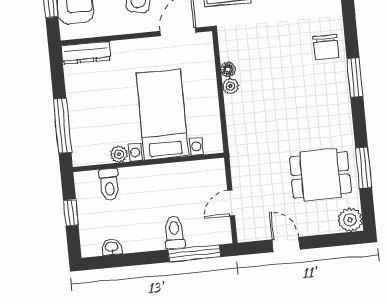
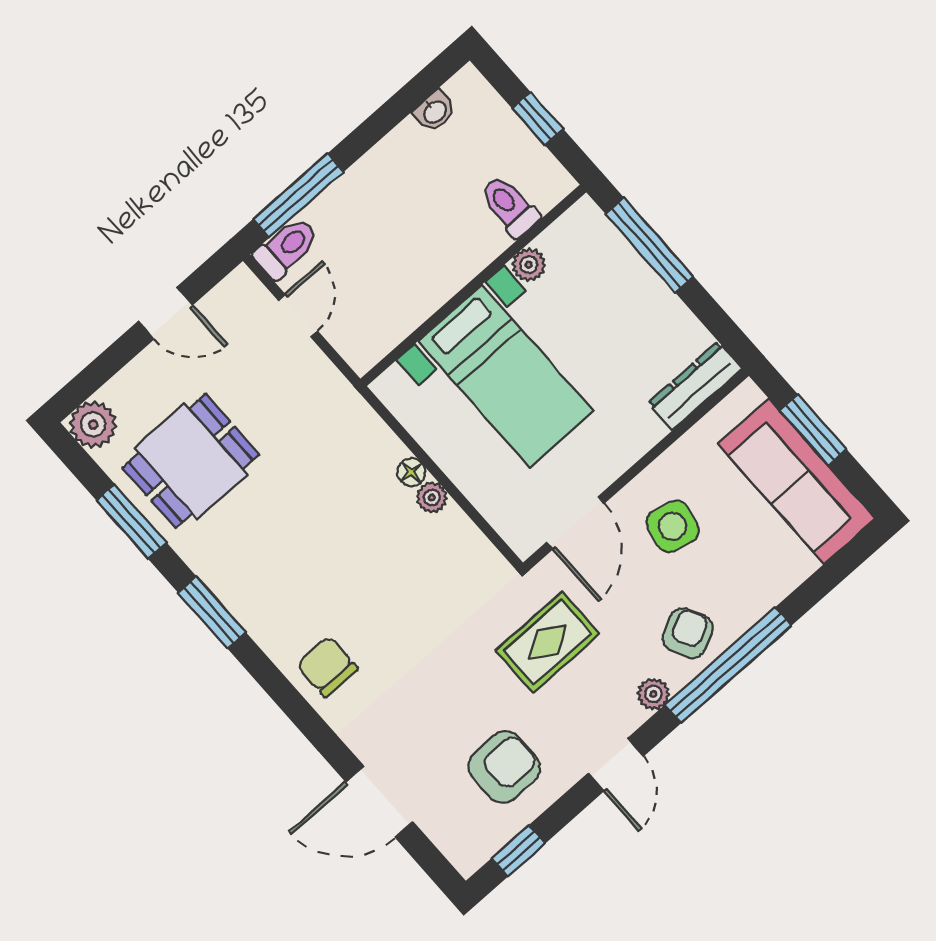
floor lamp: (228, 69) -> (411, 472), moved
window: (355, 78) -> (212, 612), moved
toilet: (174, 233) -> (286, 248), moved, turned -90

